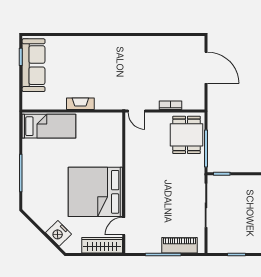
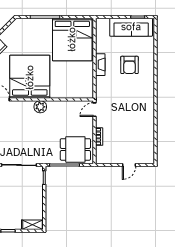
armchair: (81, 67) -> (129, 65), added
door: (206, 68) -> (129, 165), width x0.53
bed: (49, 126) -> (72, 39), width x2.04
plant: (133, 179) -> (40, 107), added

